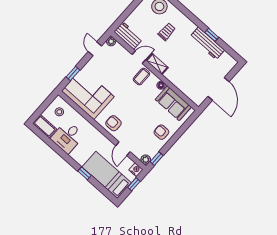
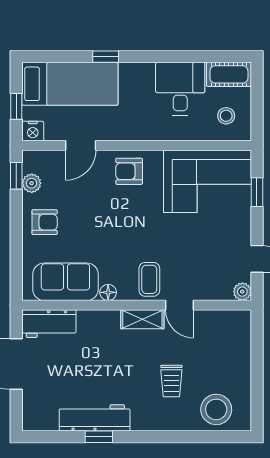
workbench: (128, 36) -> (49, 324), moved
door: (139, 57) -> (179, 305), hinge flipped
armchair: (113, 123) -> (129, 171), turned 180
door: (123, 149) -> (81, 145), swing flipped
plant: (146, 160) -> (32, 183), moved

